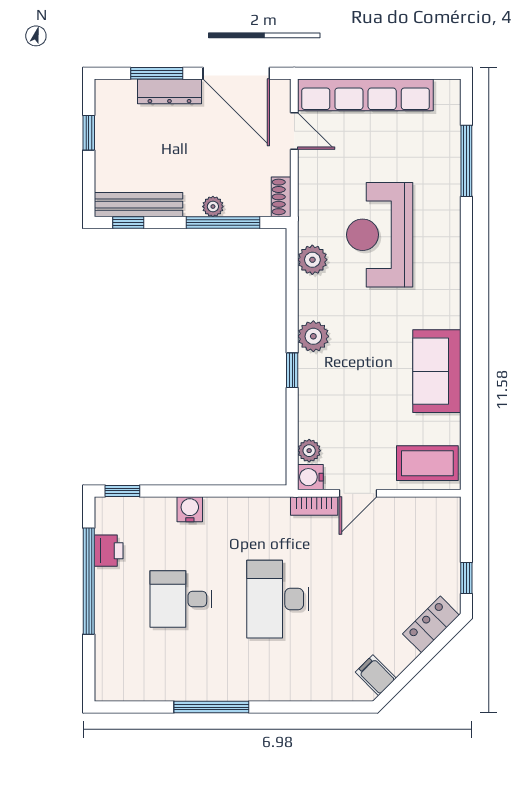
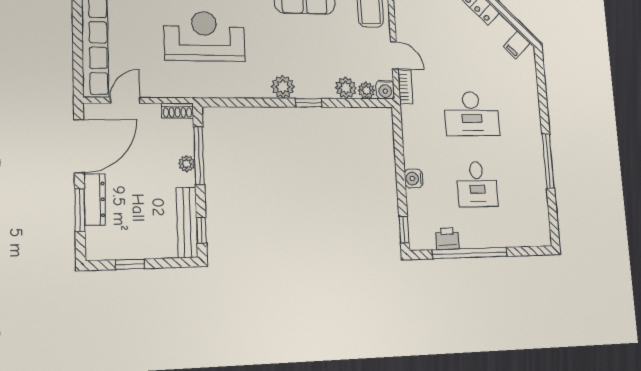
reception desk: (380, 235) -> (204, 36), turned 180
plant: (312, 260) -> (346, 88), moved

